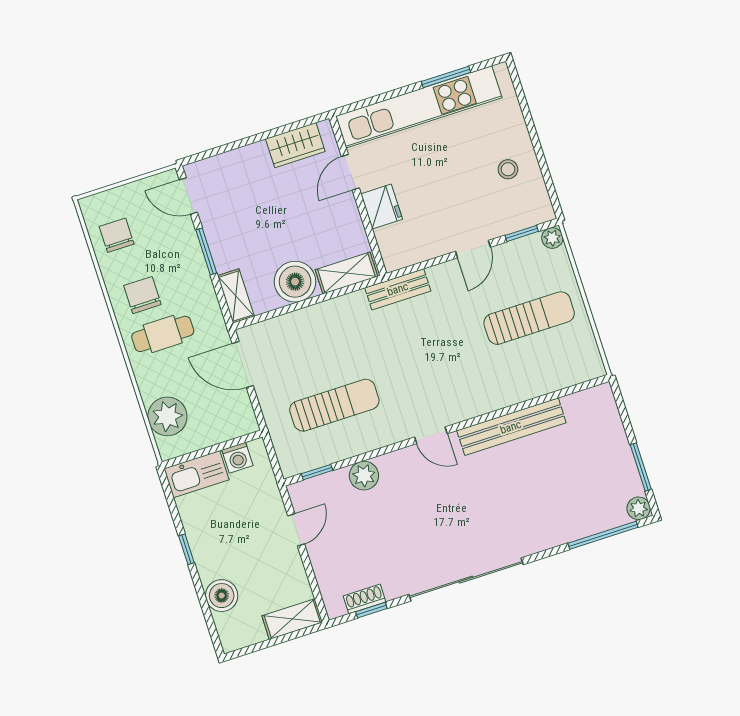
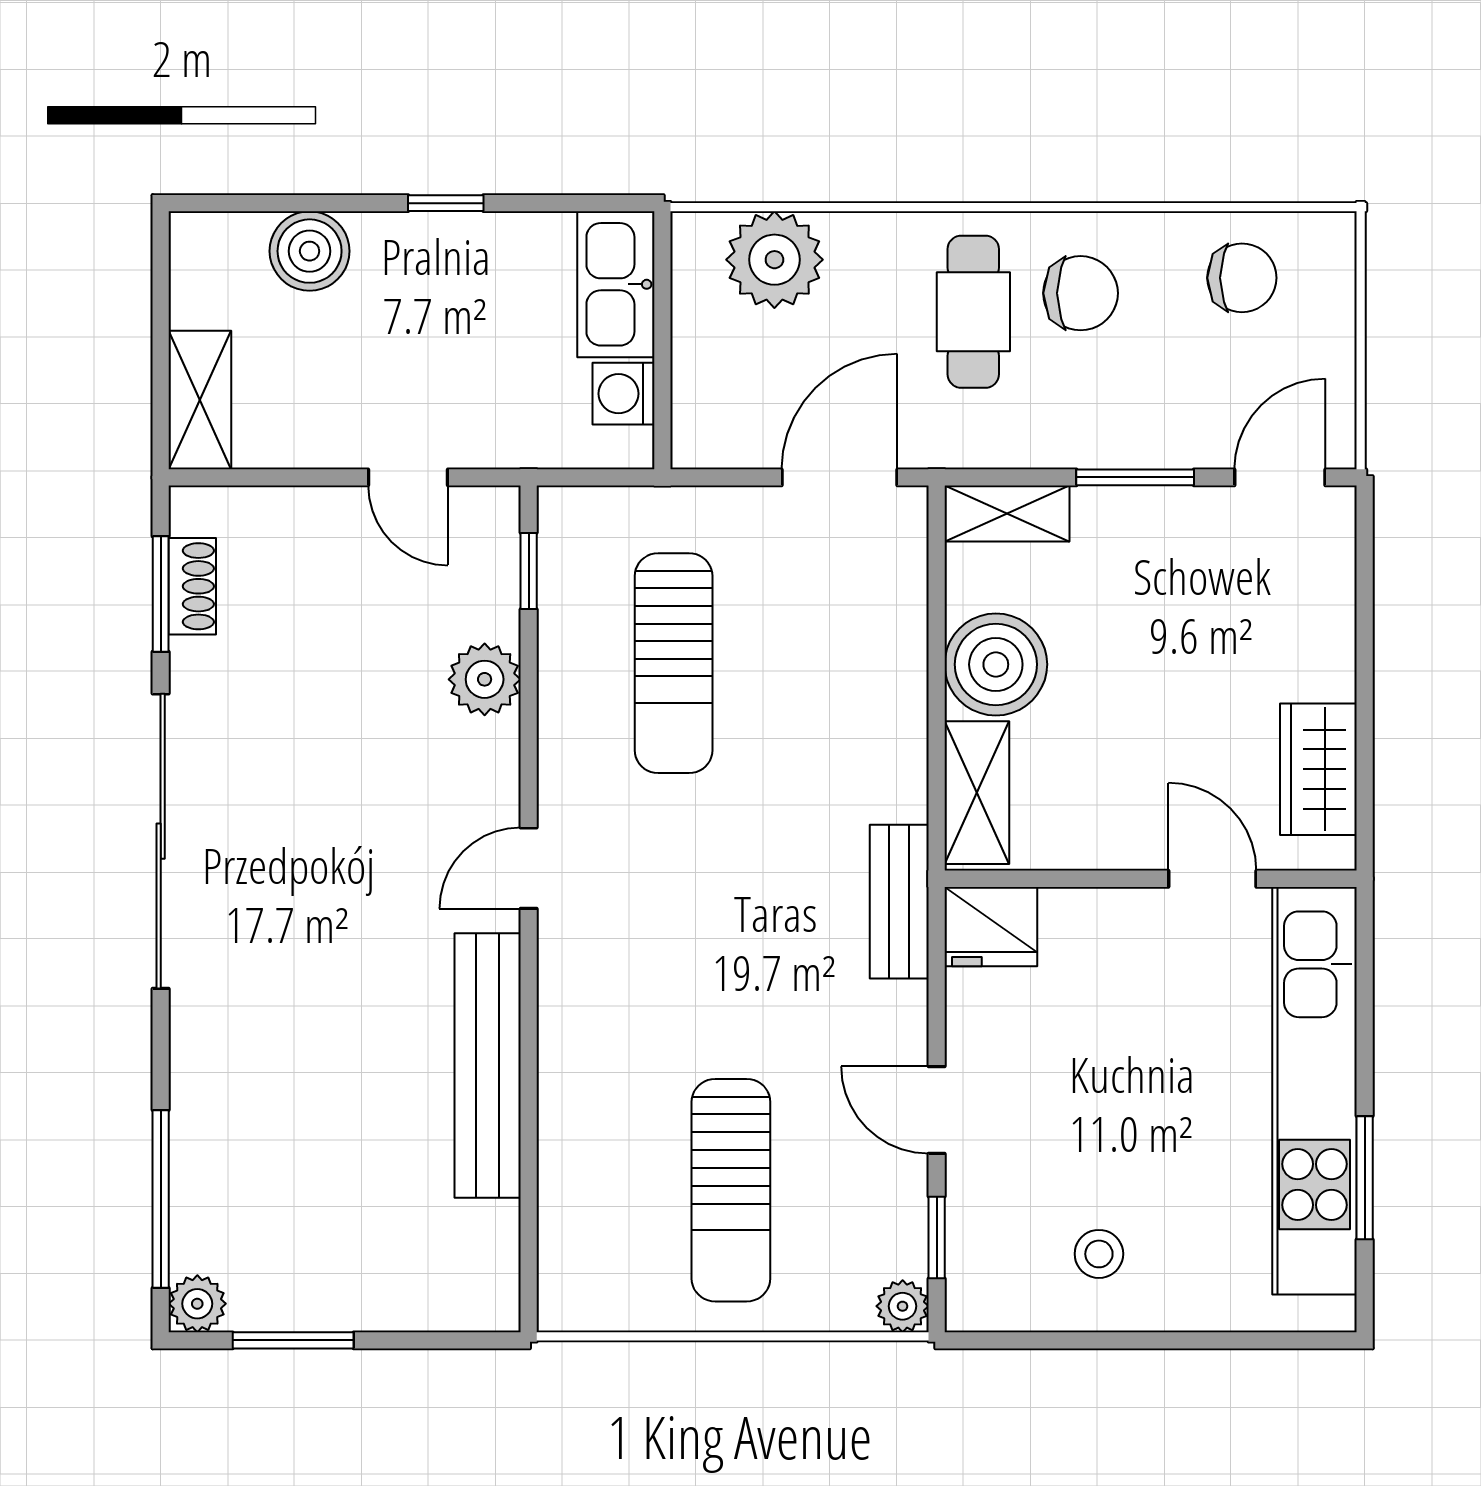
fridge: (382, 207) -> (991, 927), moved
window: (371, 610) -> (161, 594), width x1.50

